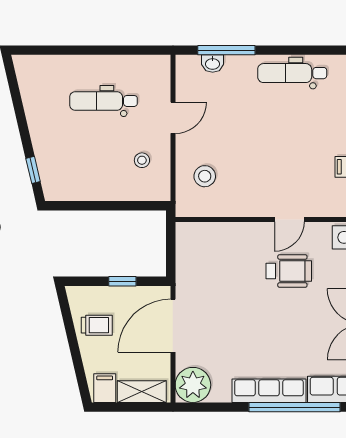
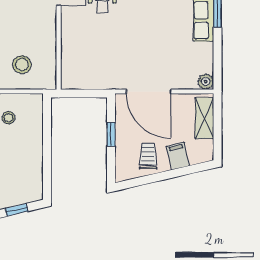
plant: (193, 385) -> (206, 82), width x0.53, depth x0.53
filing cabinet: (105, 388) -> (178, 156), moved, turned 77

